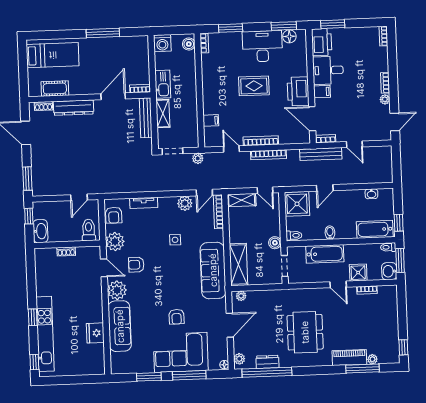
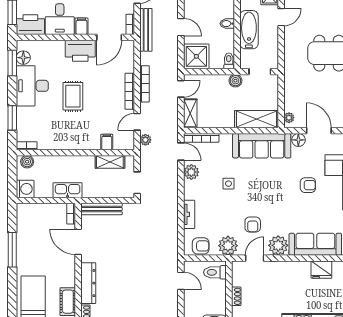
shelving: (163, 113) -> (110, 162), moved
plant: (198, 158) -> (145, 140), moved
floor lamp: (220, 306) -> (298, 140), added

